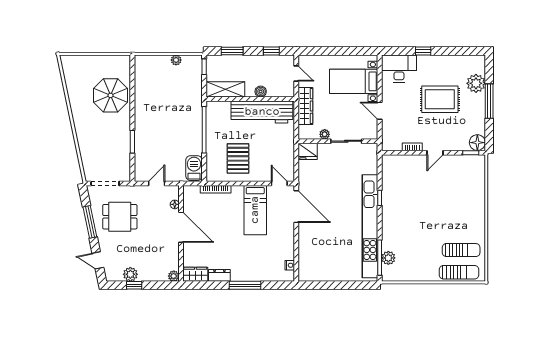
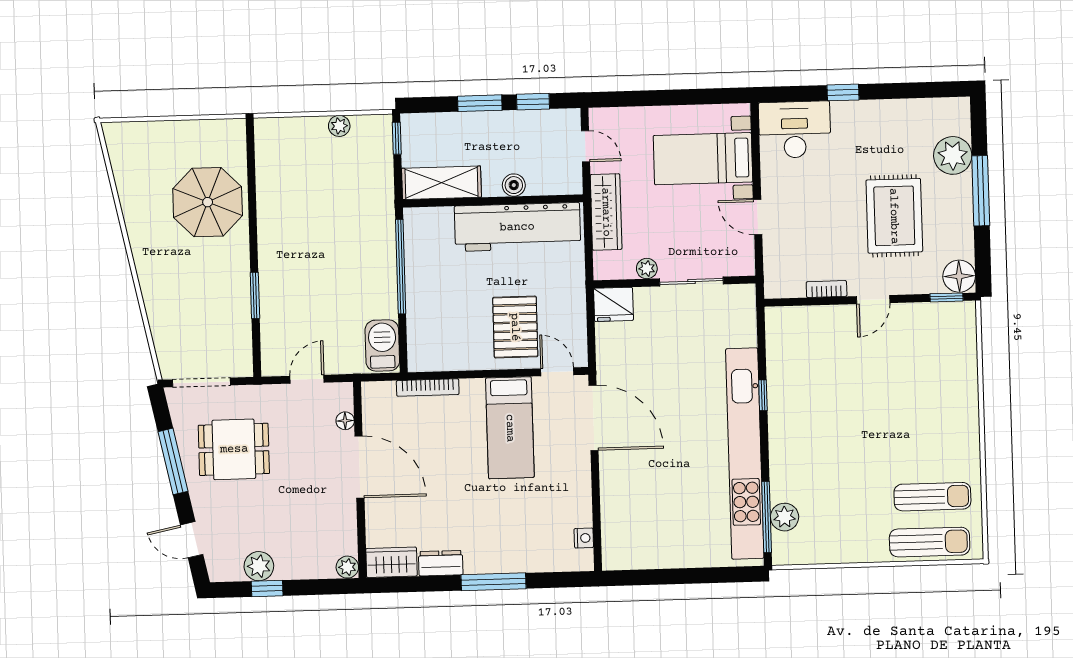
window: (232, 51) -> (480, 103), moved
rug: (440, 99) -> (894, 216), moved, turned 90
pallet: (238, 158) -> (515, 327), moved

